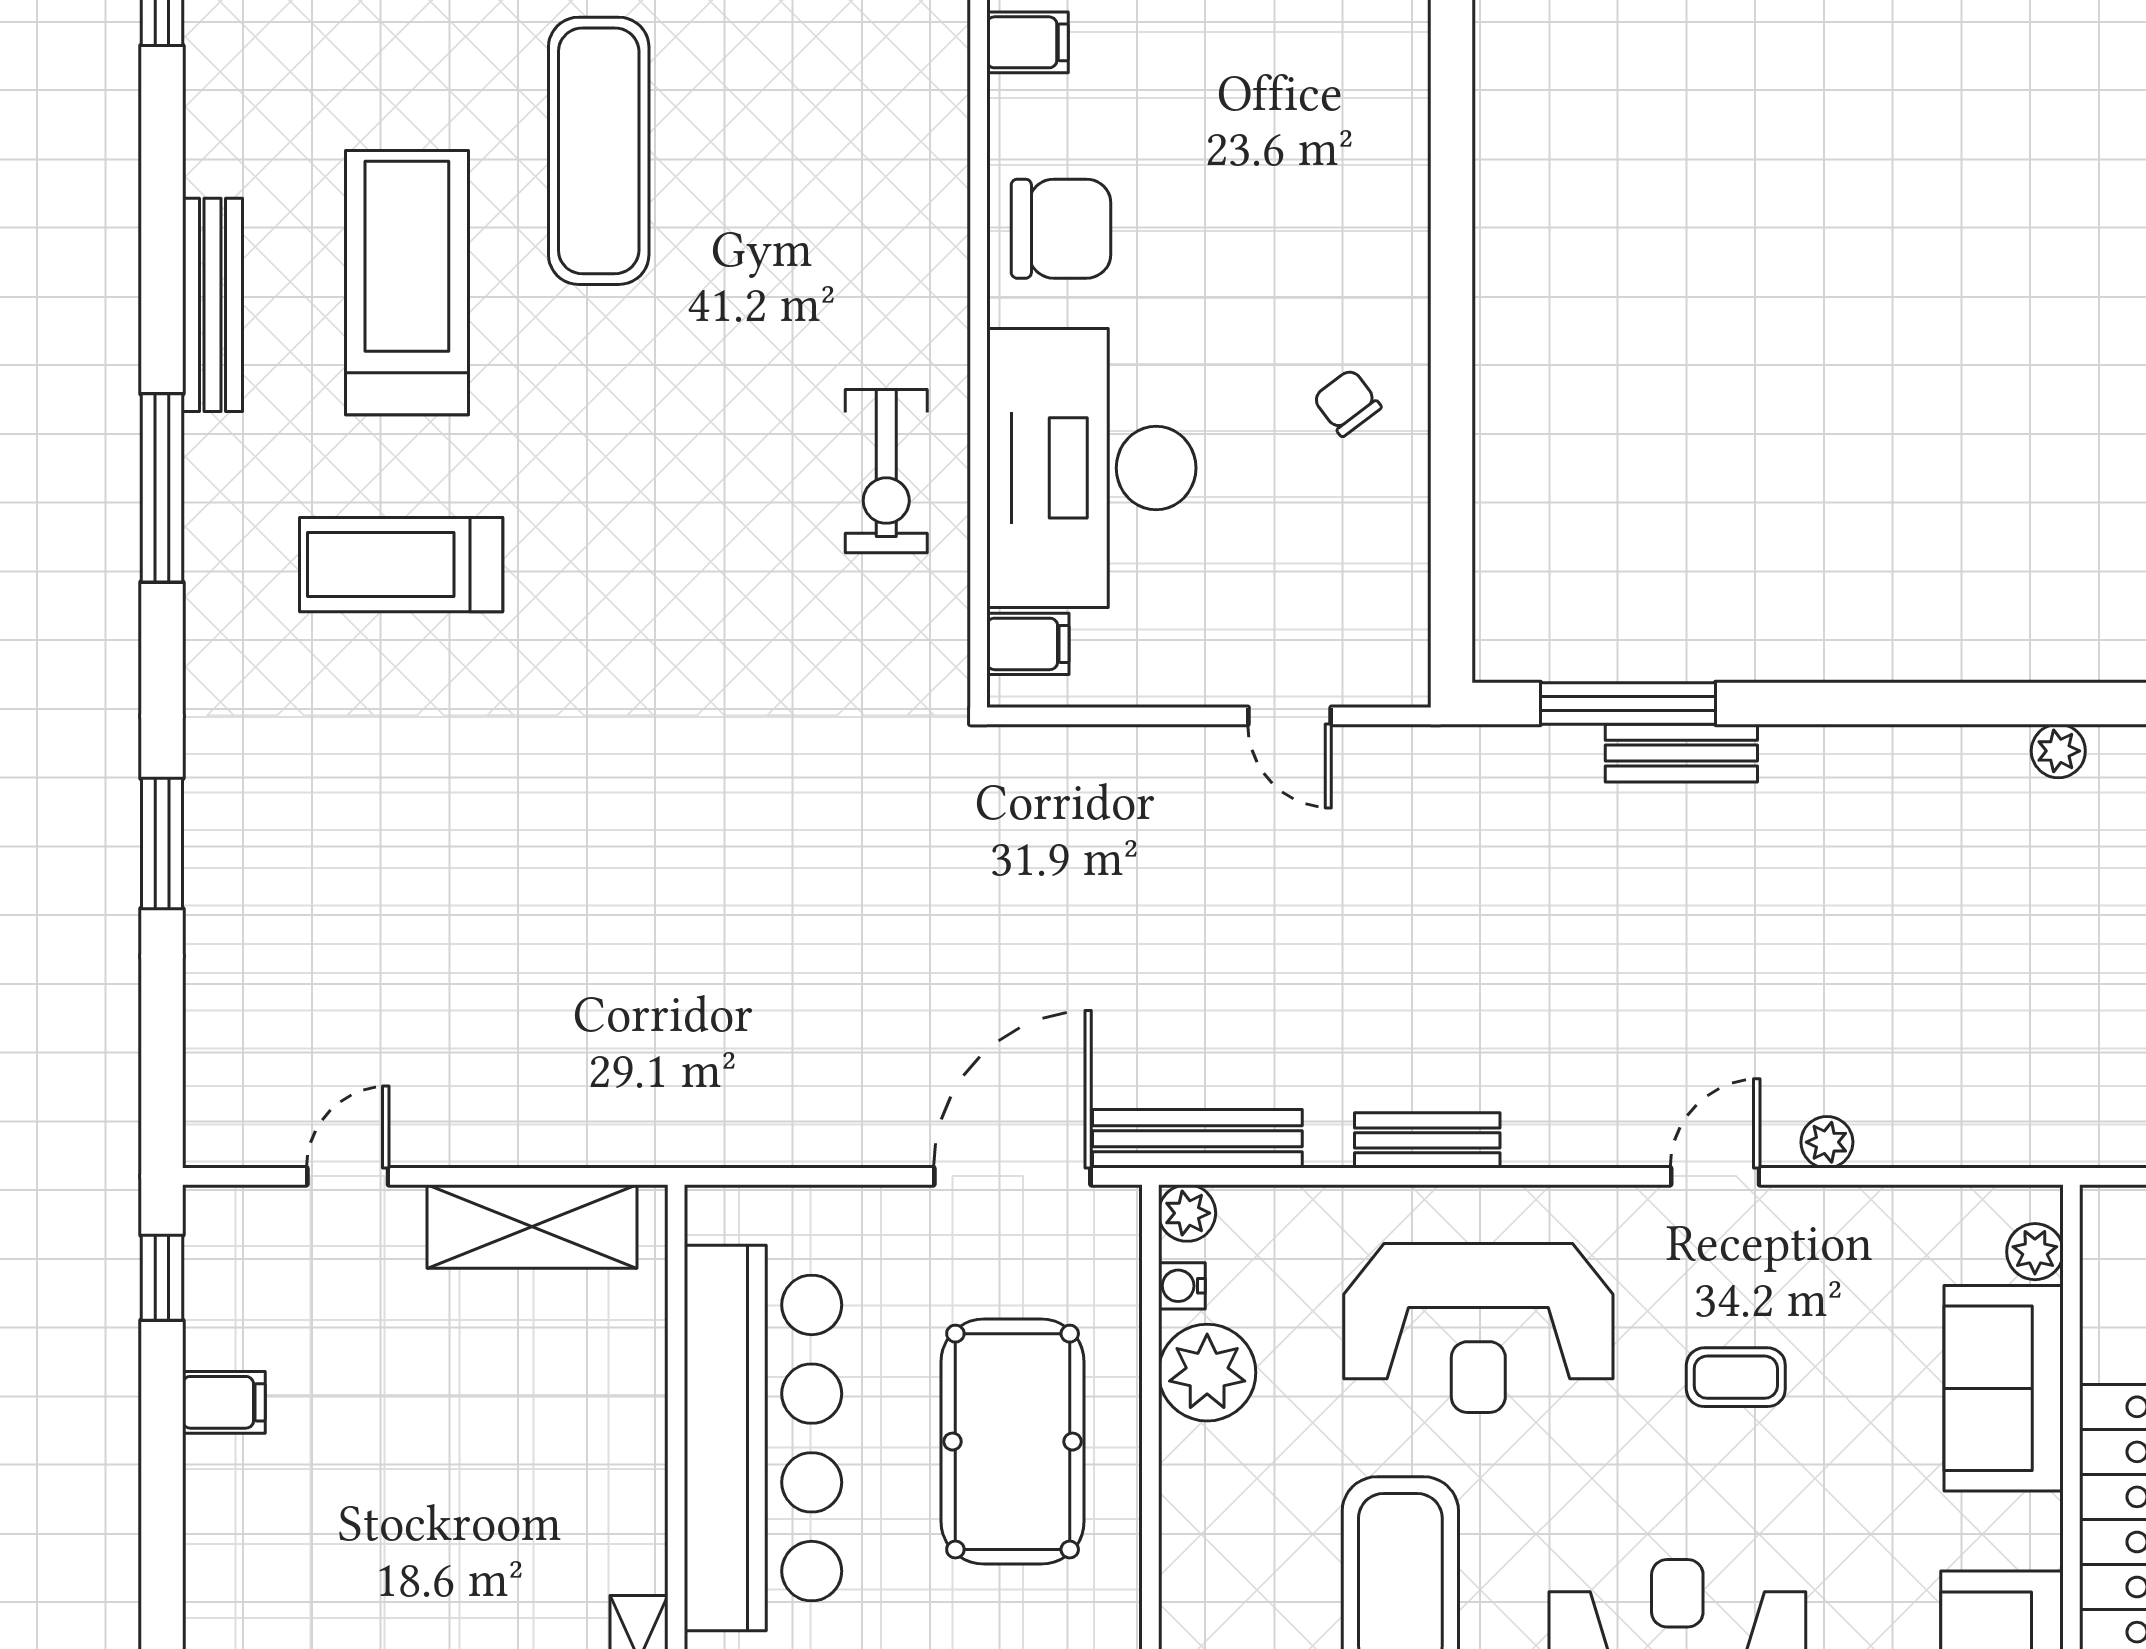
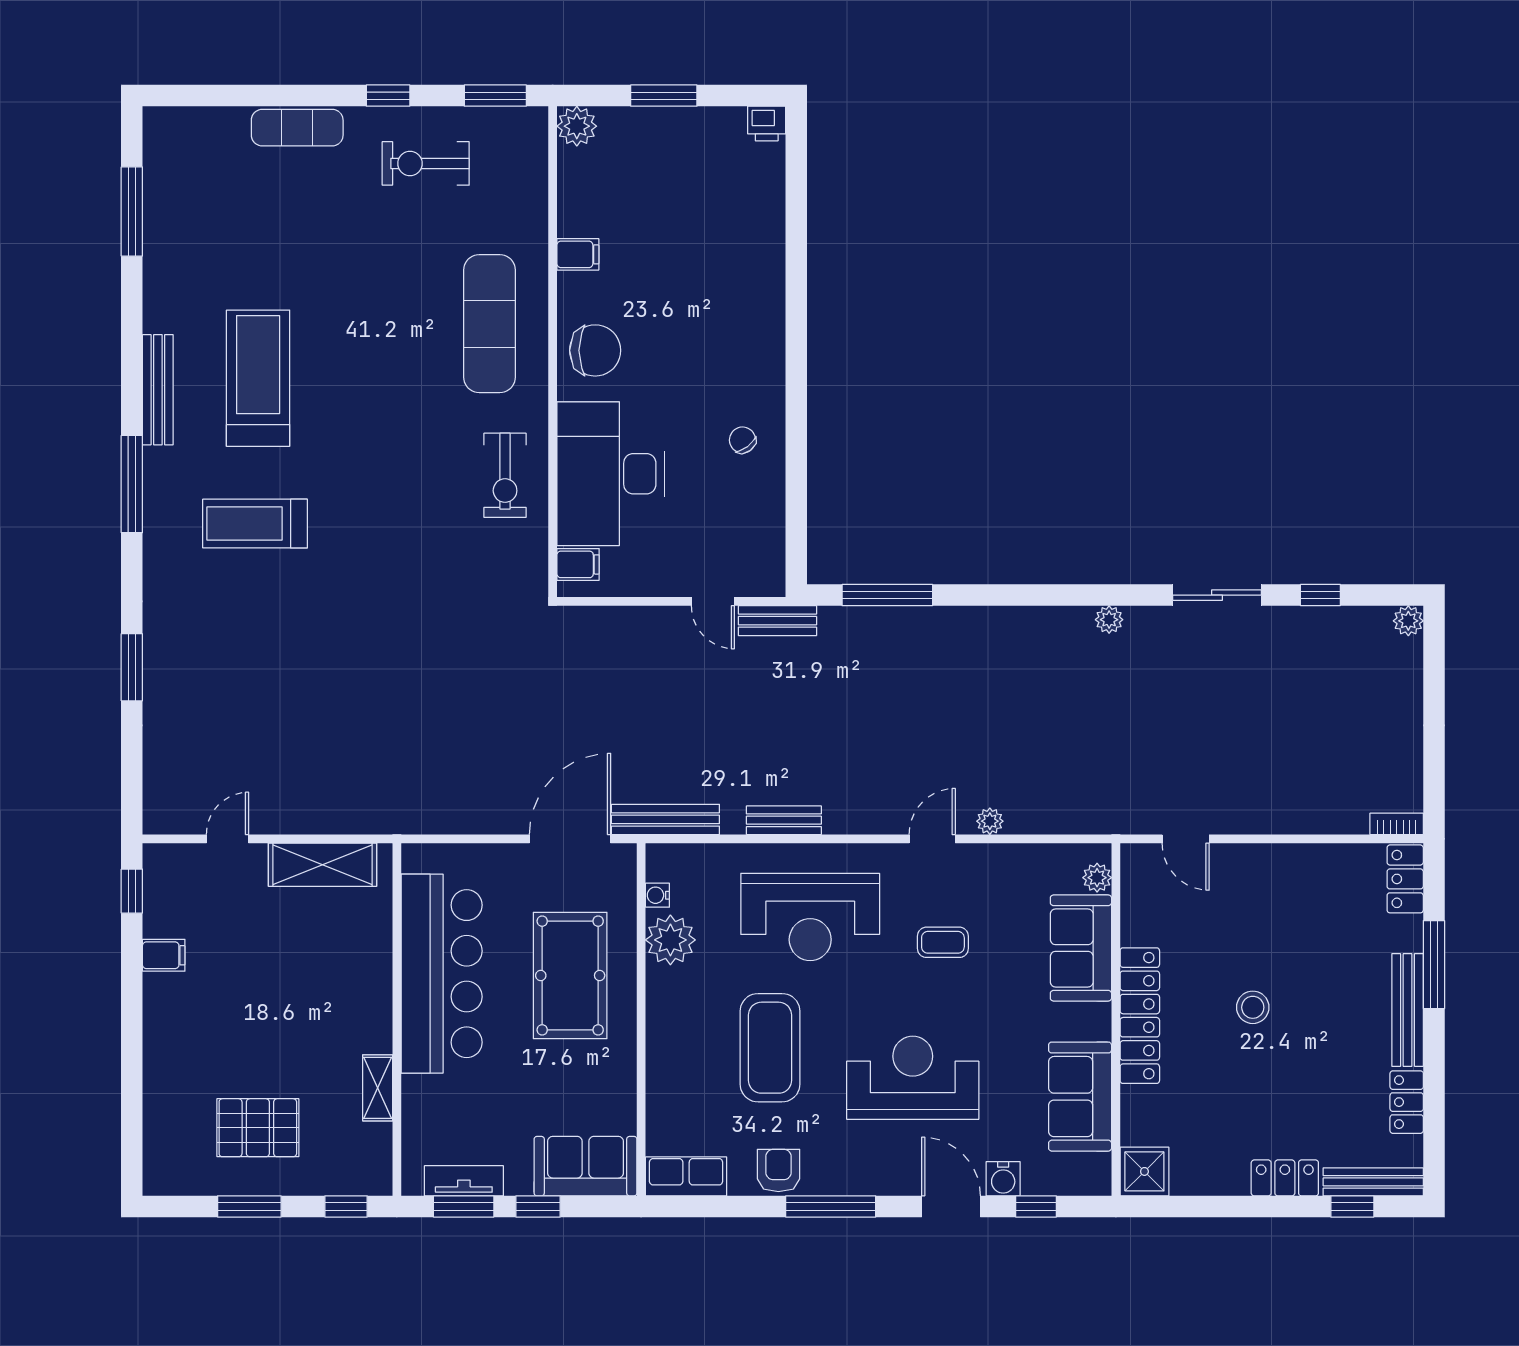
exercise mat: (599, 151) -> (489, 324), moved
bench: (1681, 753) -> (777, 621), moved
plant: (1187, 1213) -> (660, 858), removed

